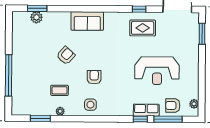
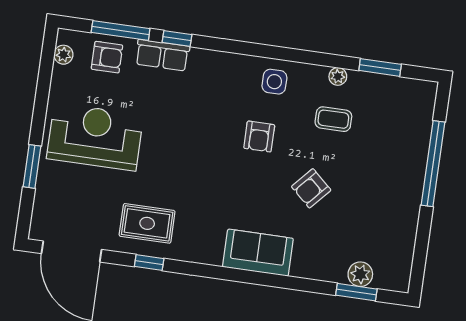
window: (202, 34) -> (32, 166), moved
reception desk: (157, 71) -> (95, 137), moved

